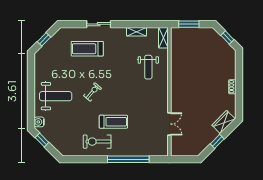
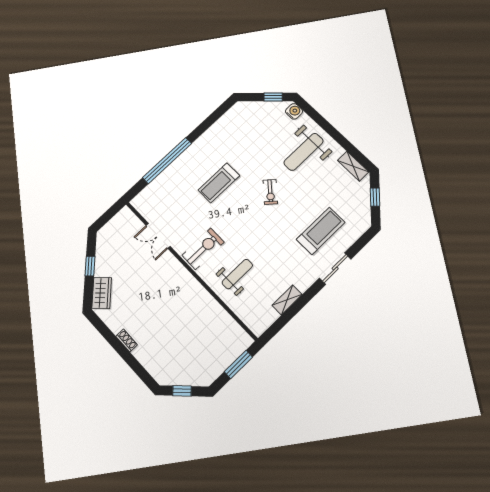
shelving: (163, 38) -> (353, 166), moved
weight bench: (148, 67) -> (237, 274), turned 90
exercise bike: (97, 142) -> (203, 249), moved

